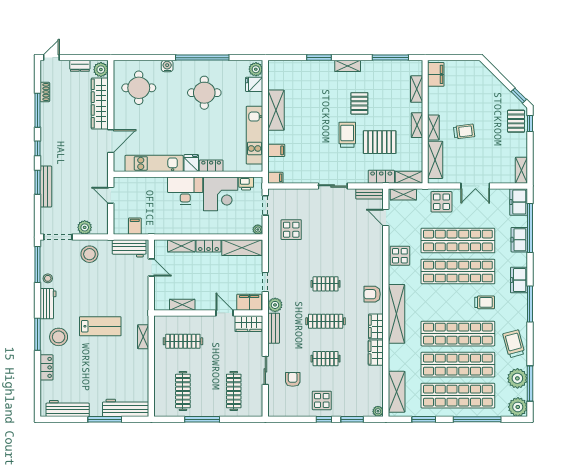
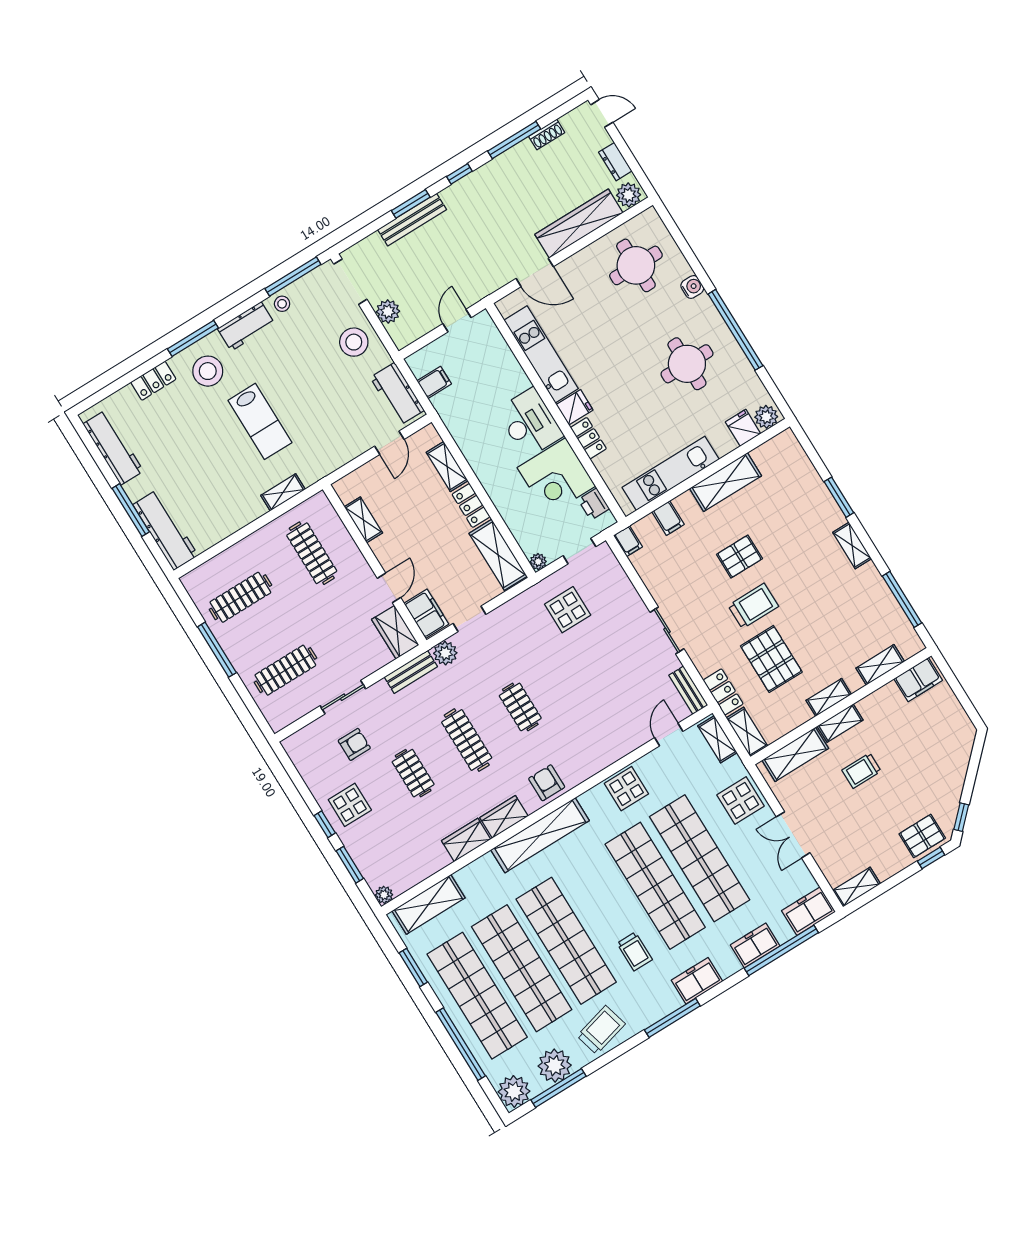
pallet: (359, 103) -> (739, 557), moved
trolley: (464, 131) -> (861, 771), turned 97

